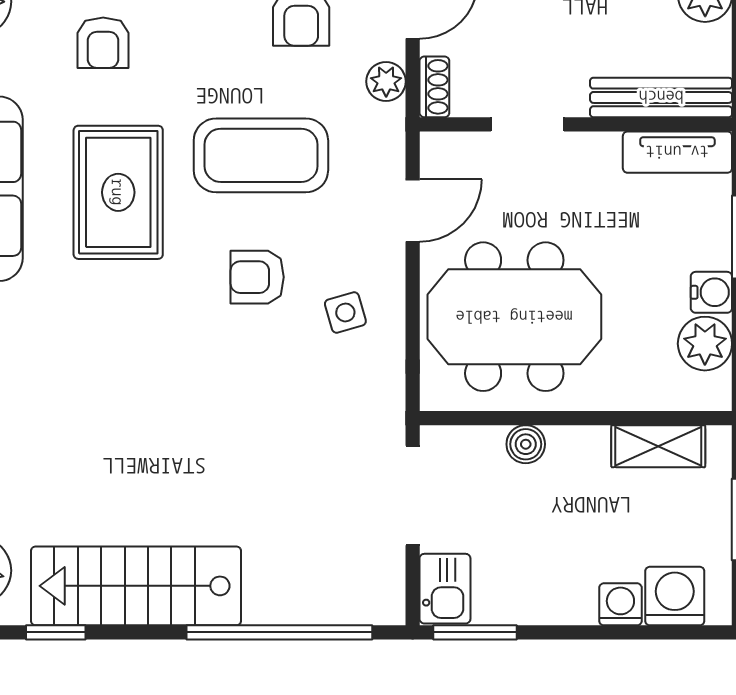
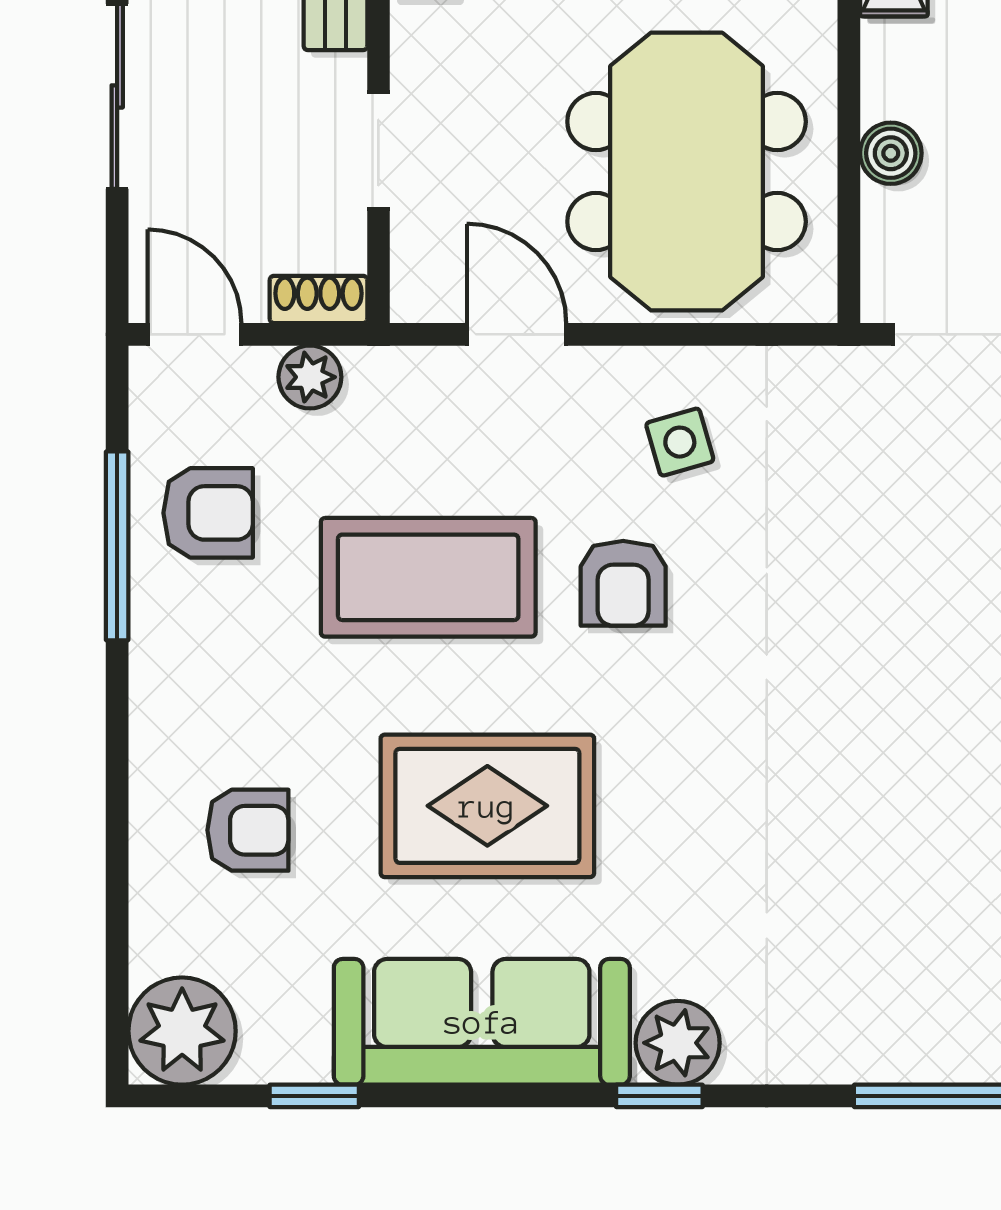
coffee table: (261, 155) -> (428, 577), turned 90

